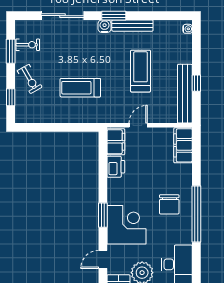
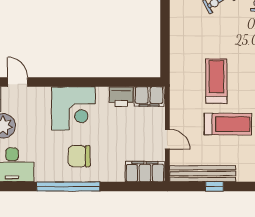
treadmill: (80, 88) -> (216, 81), moved
door: (138, 125) -> (167, 139), moved
window: (103, 215) -> (67, 82), removed
corner desk: (126, 225) -> (74, 108), moved

